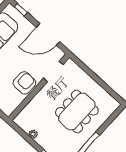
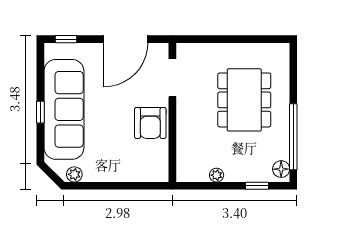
armchair: (24, 83) -> (150, 123), turned 180

